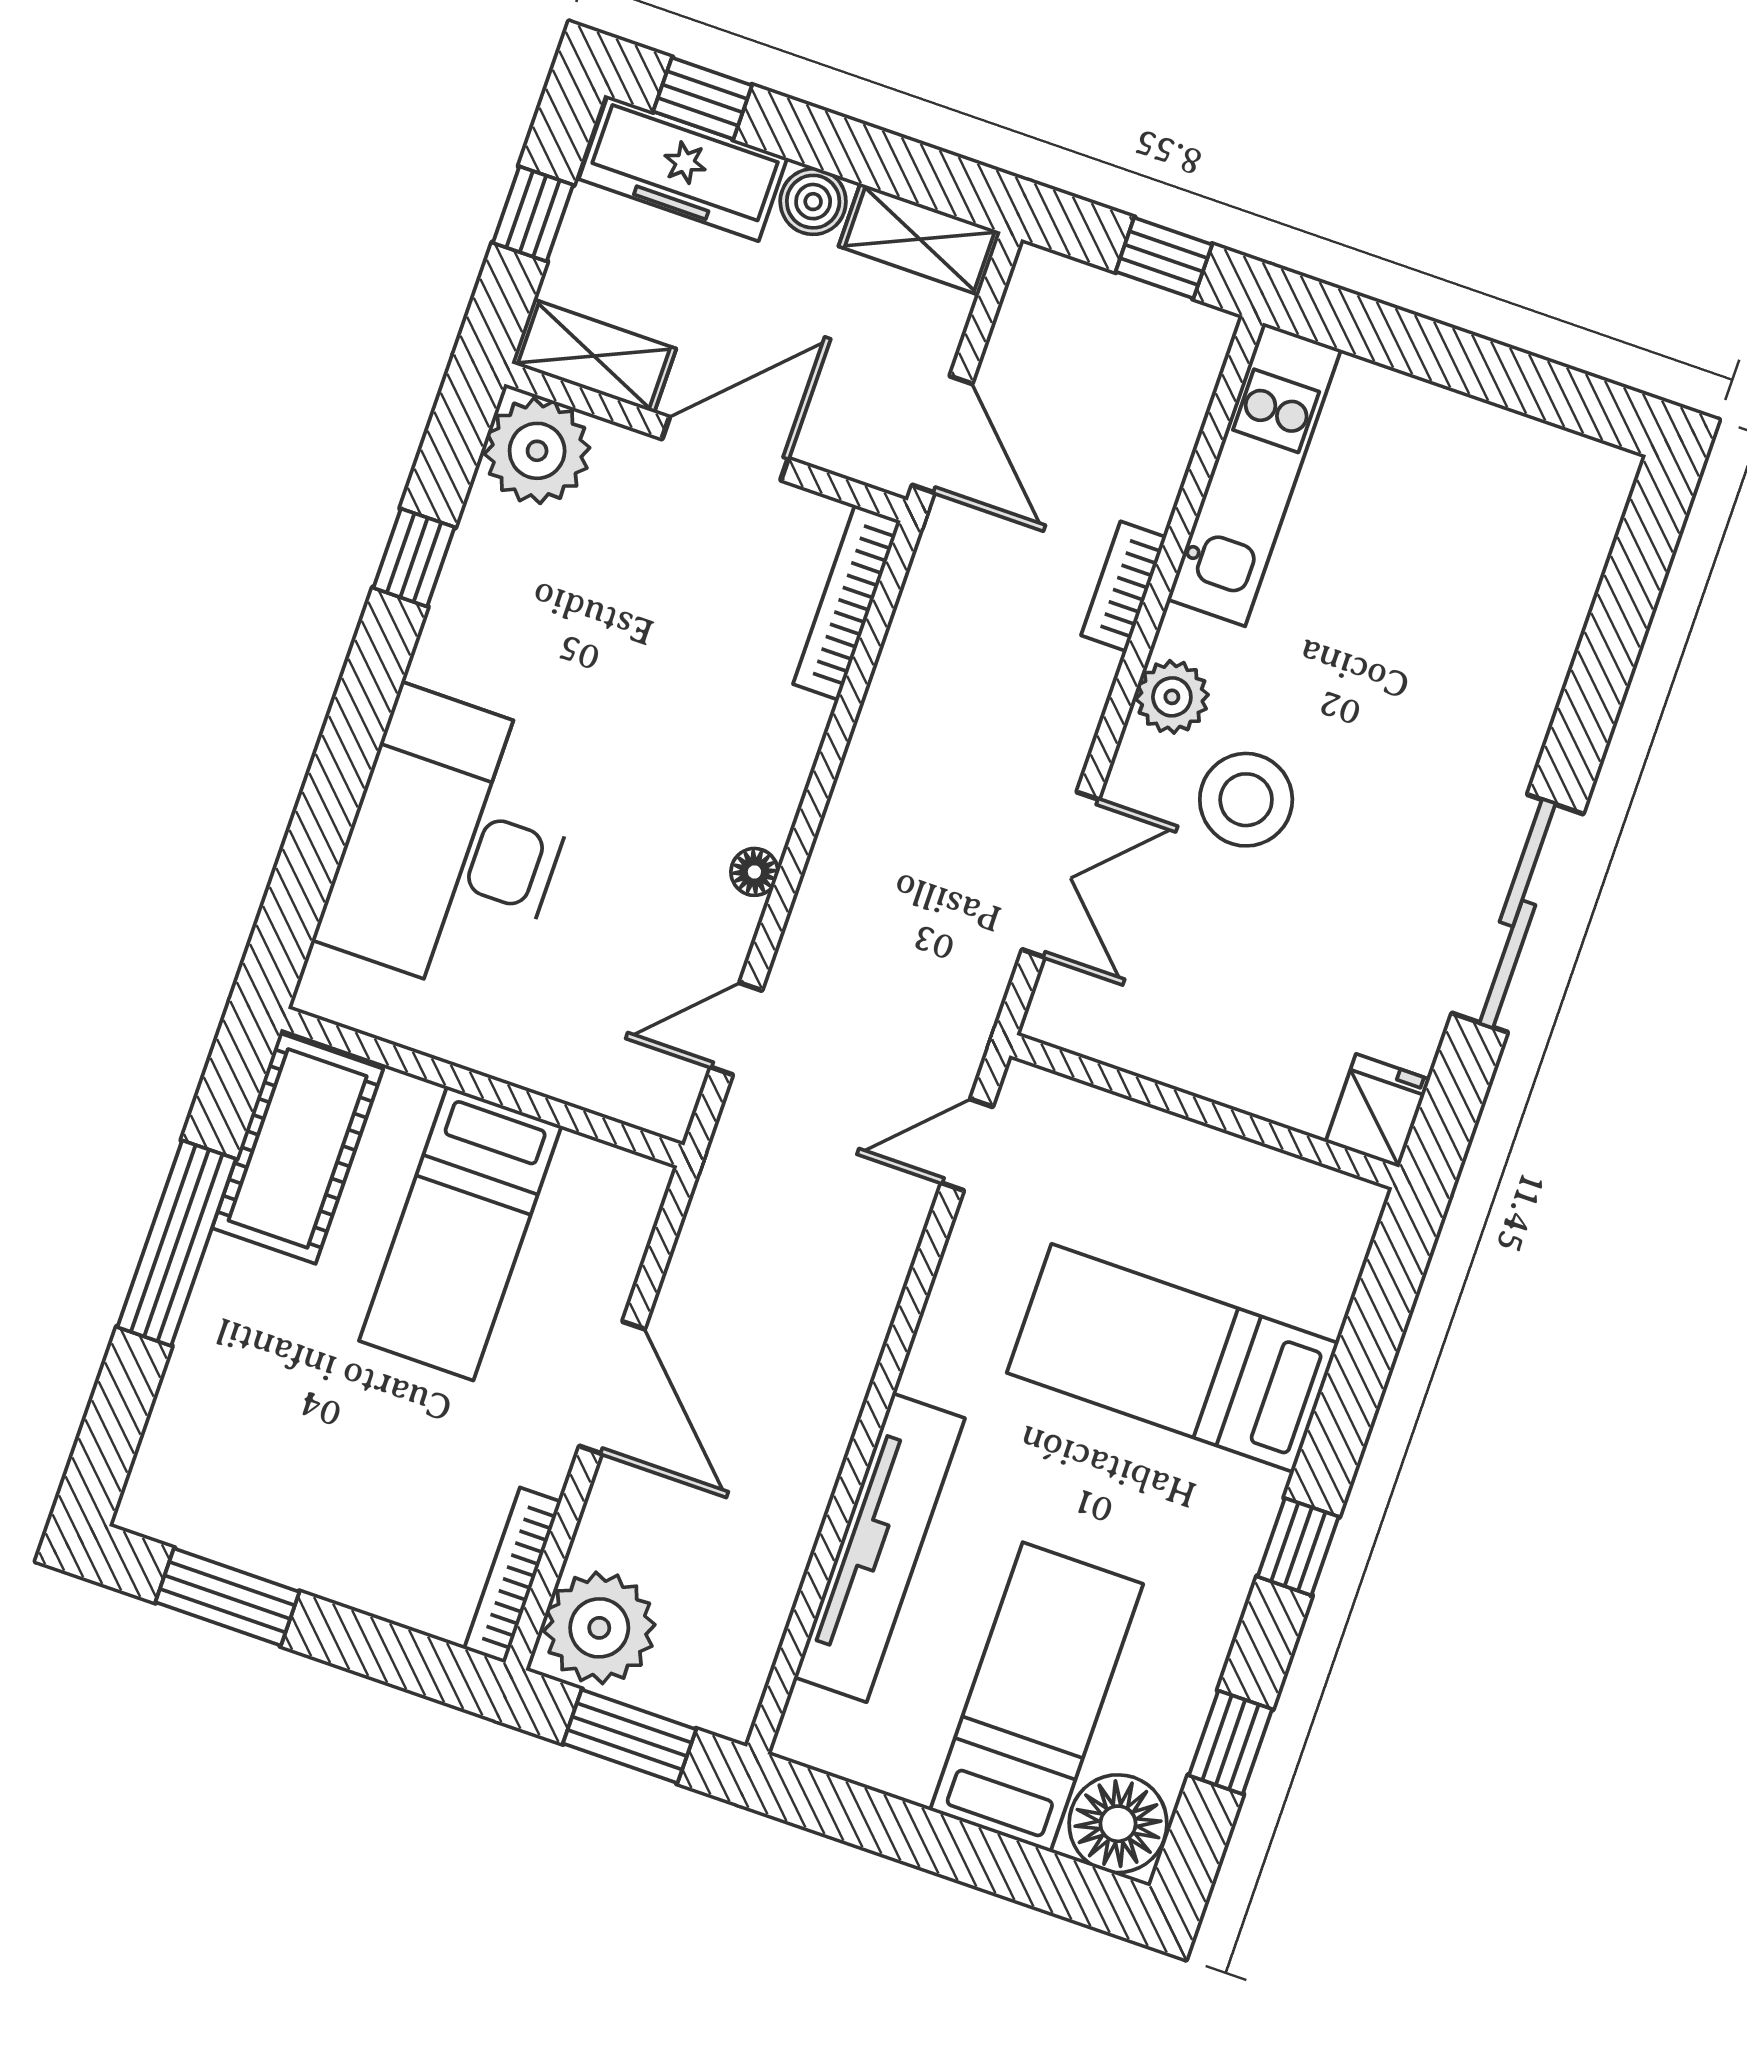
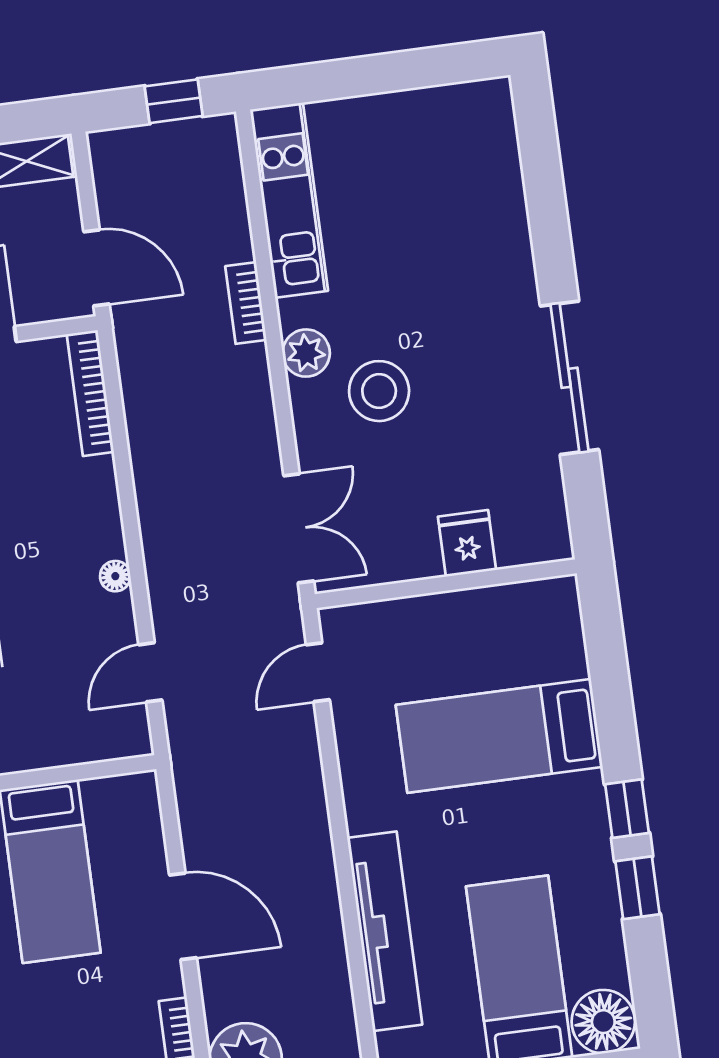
double door: (1061, 875) -> (299, 528), moved
fridge: (1378, 1111) -> (467, 543), moved
window: (1230, 1742) -> (638, 888), moved

